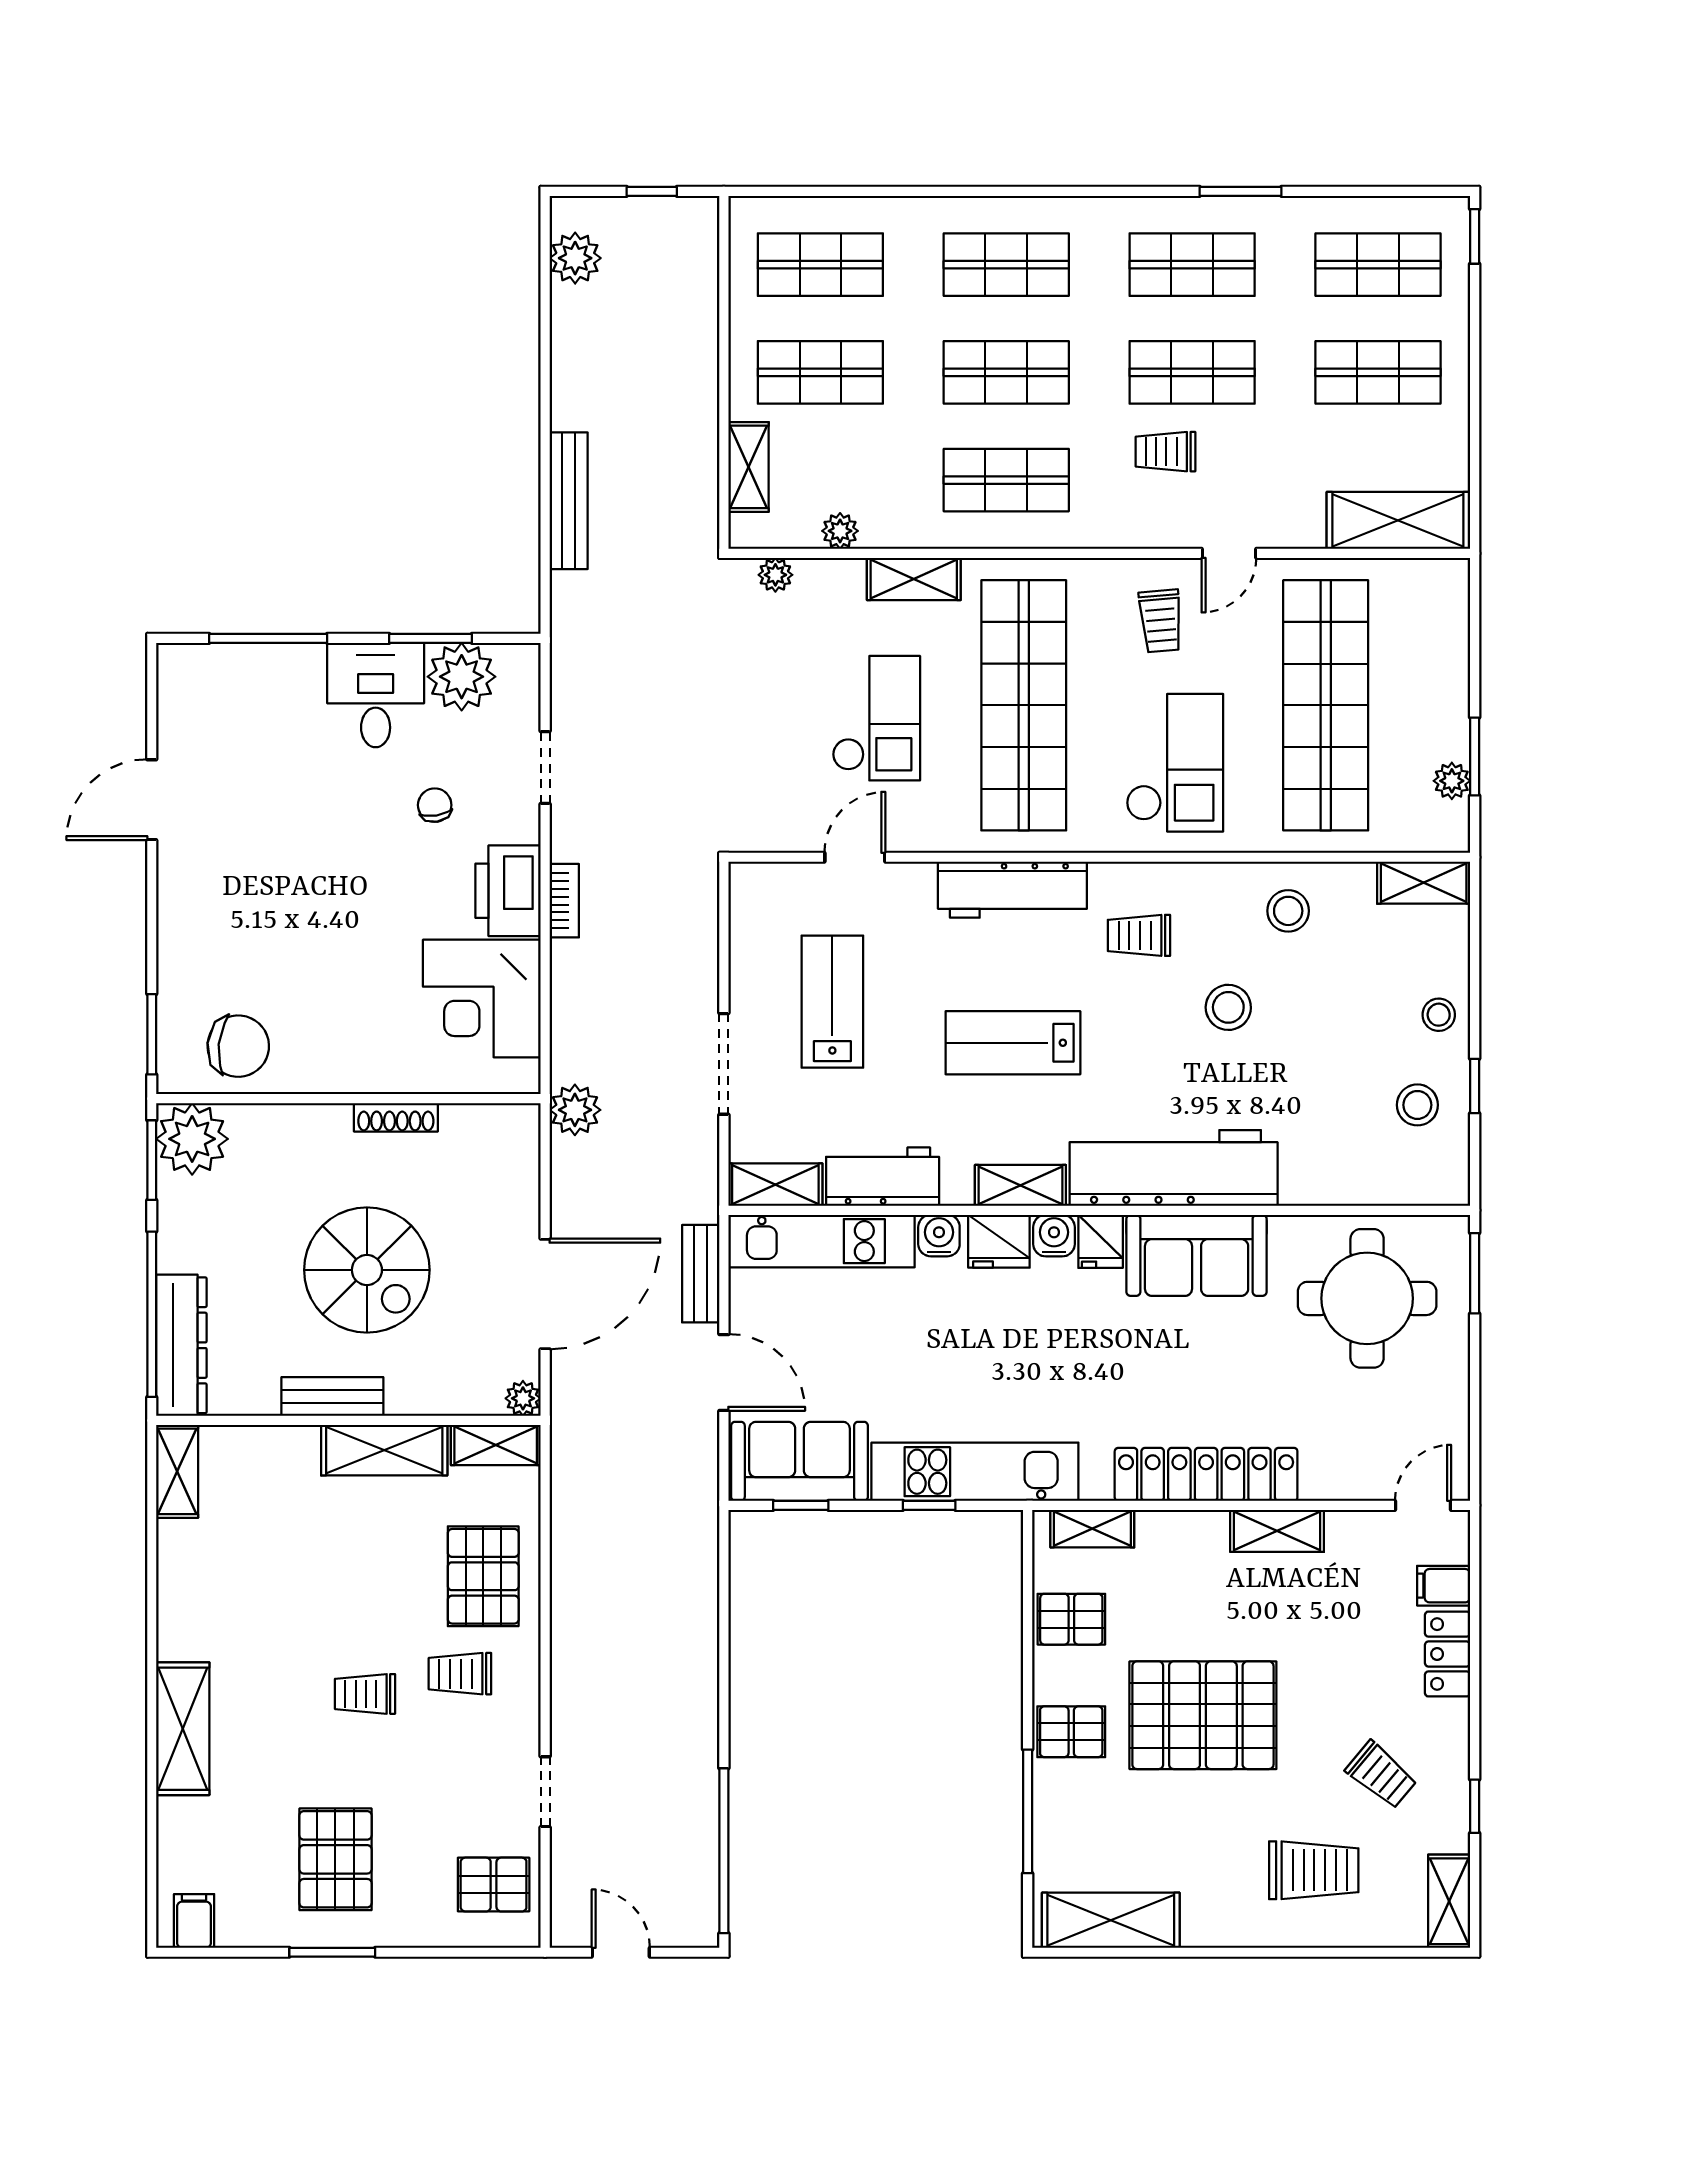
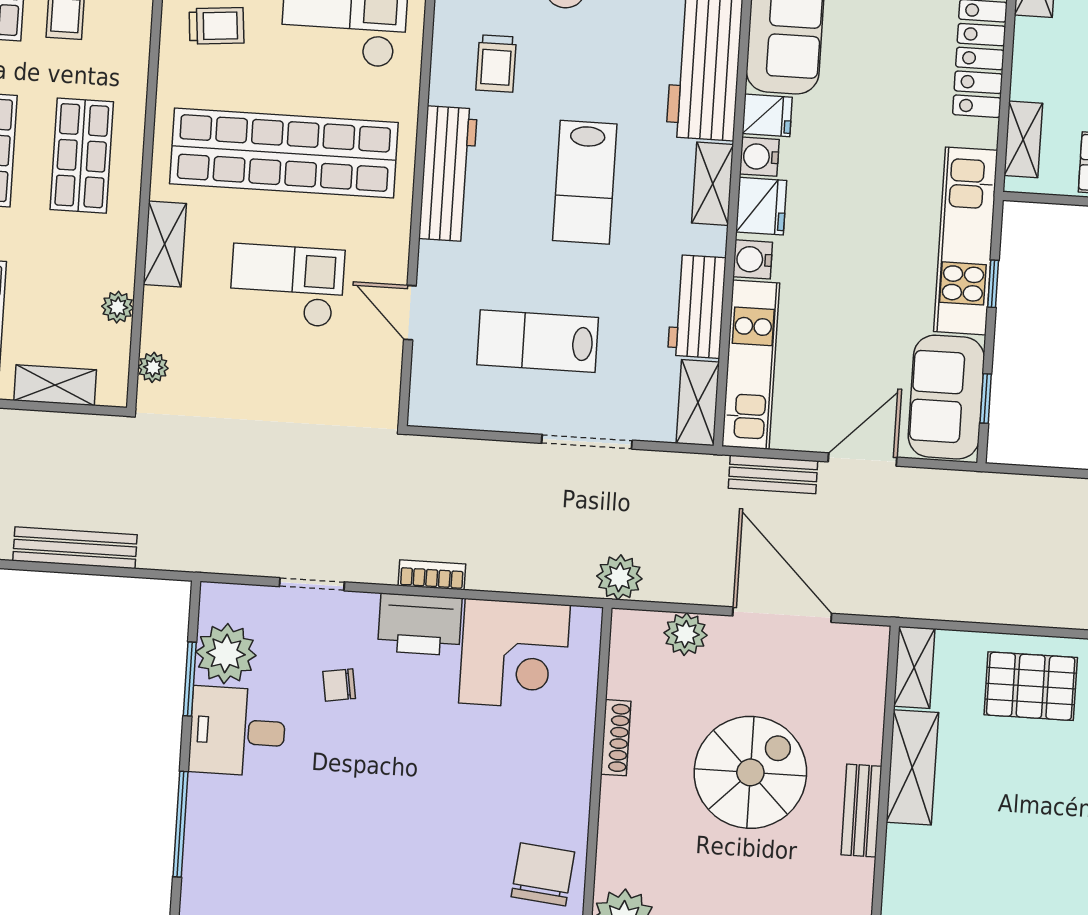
plant: (523, 1398) -> (686, 634), moved, width x1.38, depth x1.38

